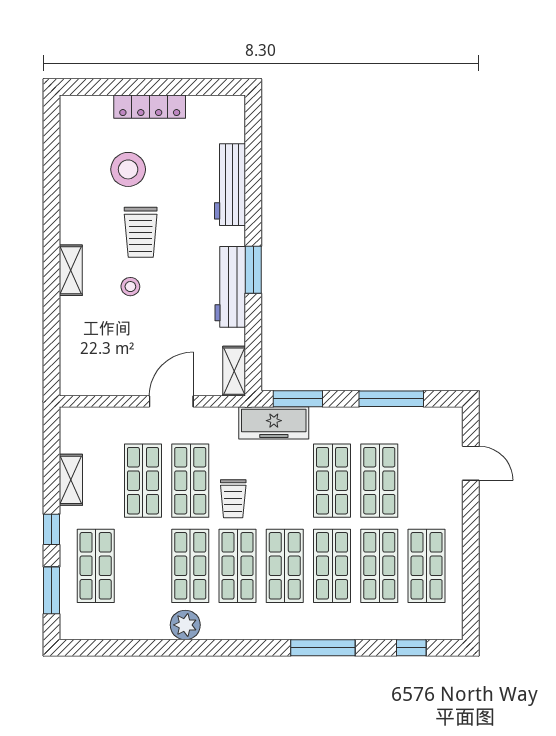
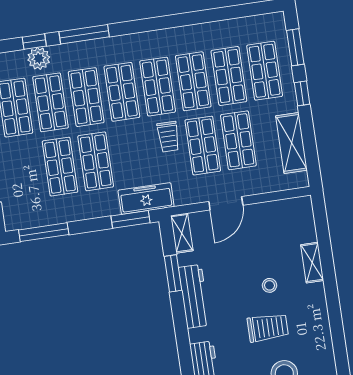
trolley: (141, 232) -> (268, 328), turned 90
shelving: (71, 270) -> (312, 263), moved
window: (253, 270) -> (173, 273), moved
window: (391, 399) -> (44, 232), moved
shelving: (71, 480) -> (291, 143), width x1.50, depth x1.33
trolley: (233, 499) -> (168, 137), turned 180
shop shelf: (143, 566) -> (229, 76), added
plant: (185, 625) -> (39, 58), moved
window: (411, 648) -> (34, 42), moved

